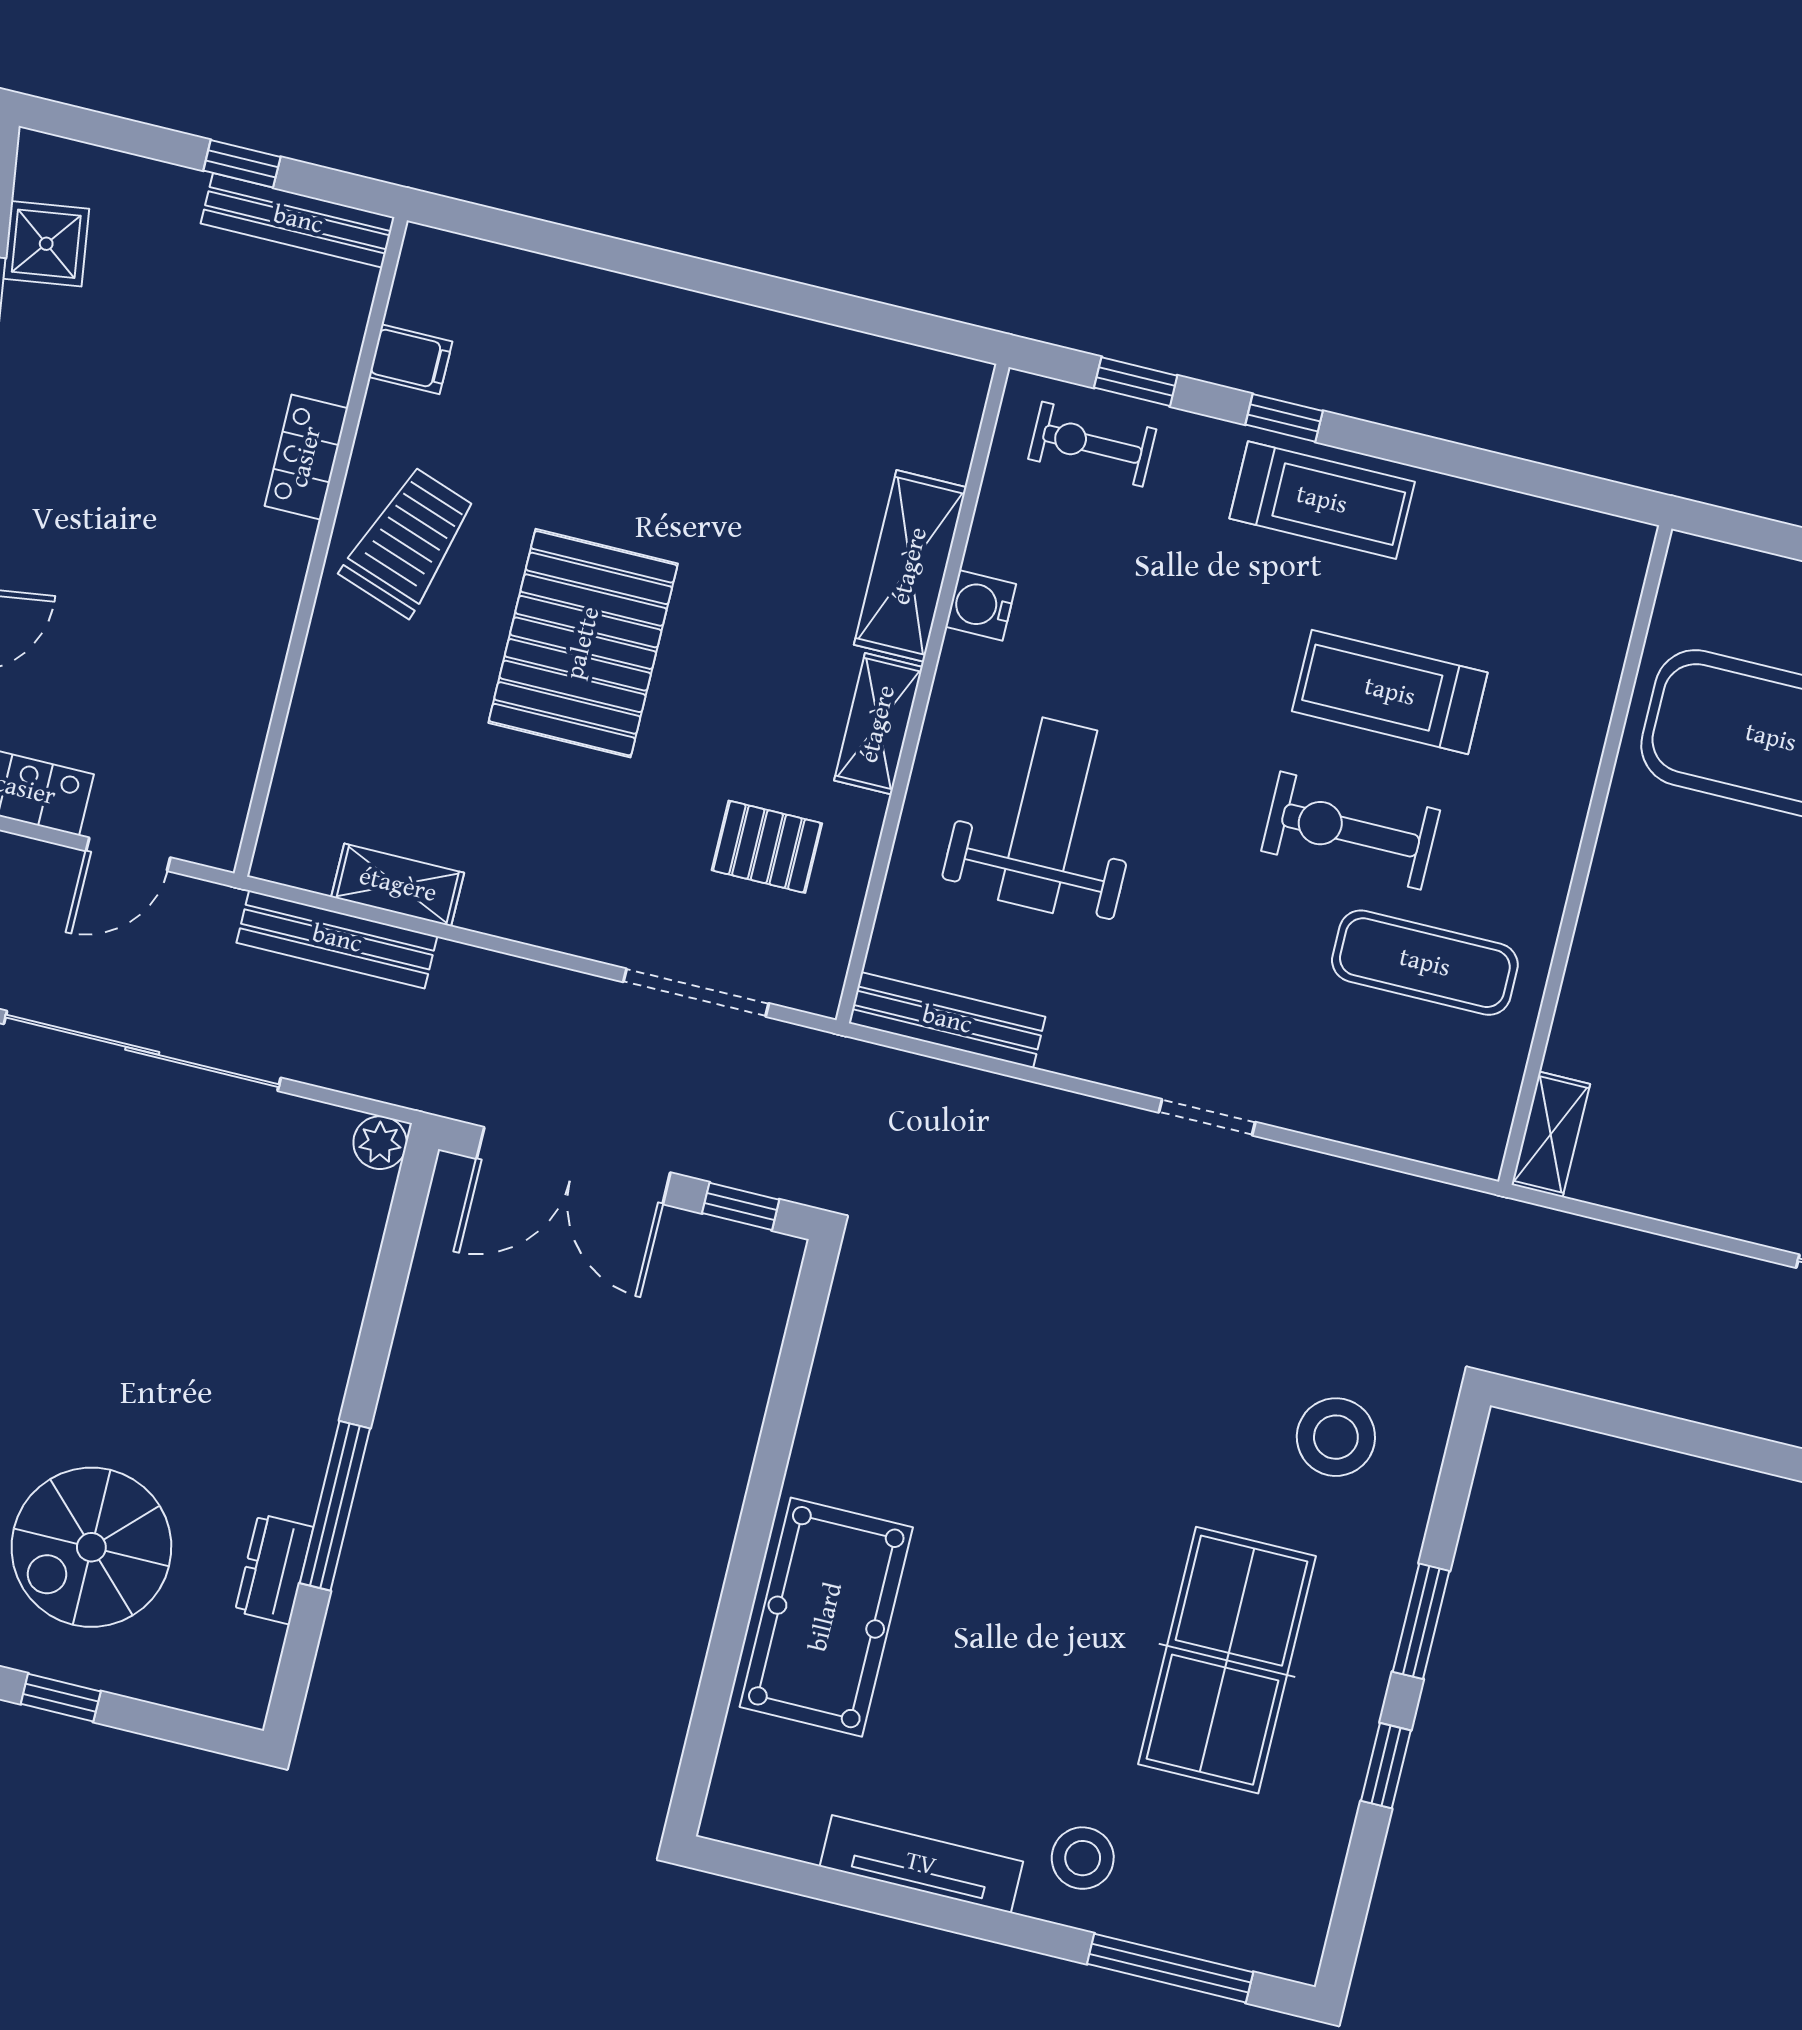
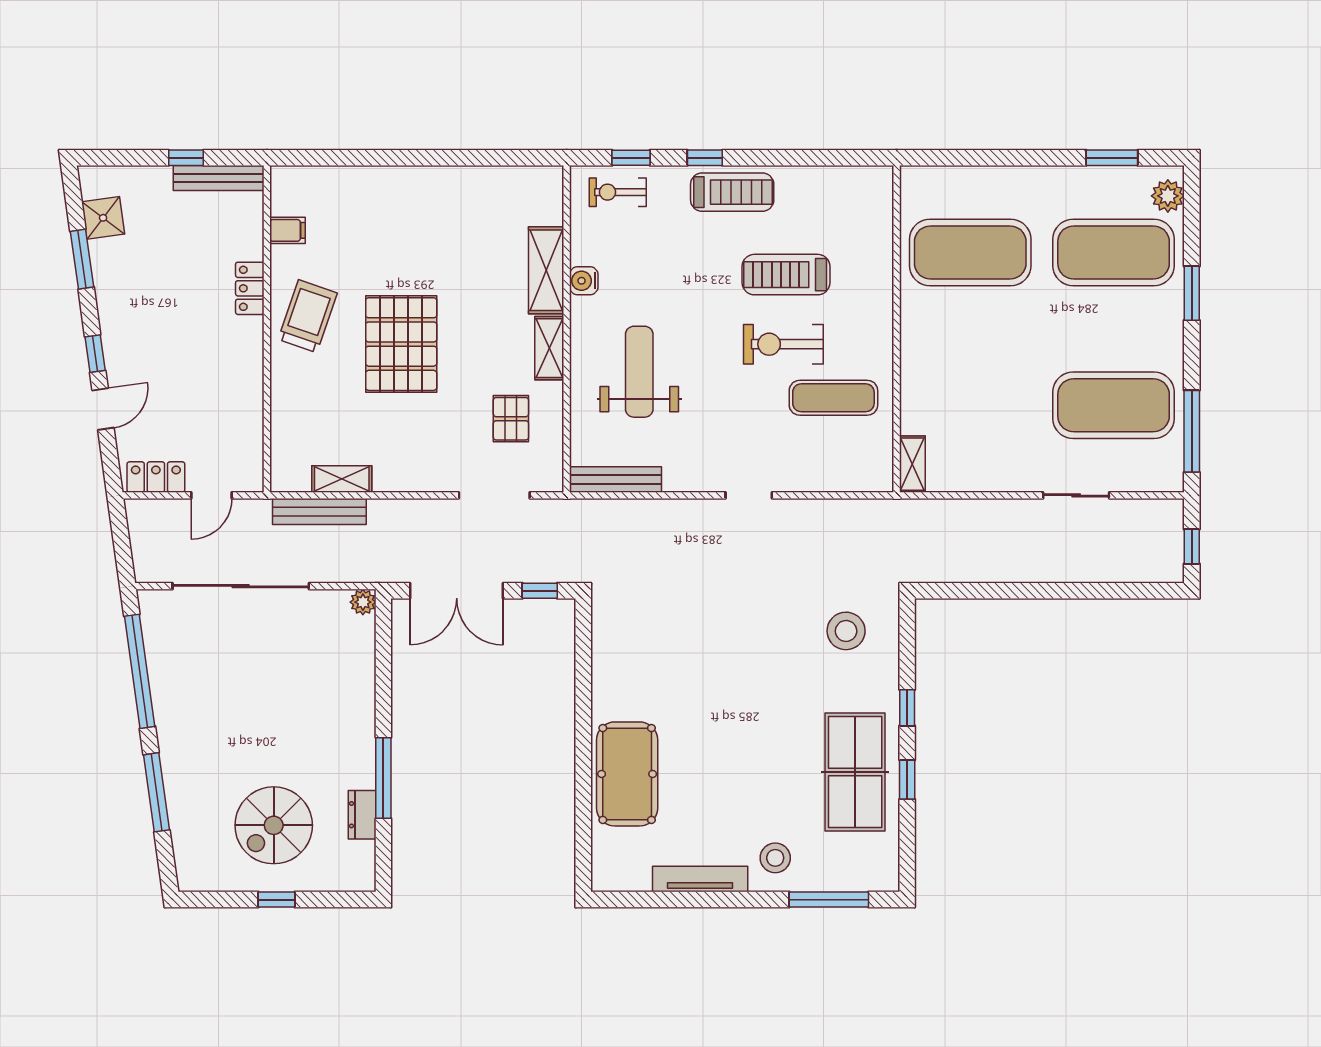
pallet: (767, 847) -> (511, 419), turned 90
window: (1421, 1621) -> (907, 708), width x0.67
table tennis table: (1227, 1660) -> (855, 772), moved

